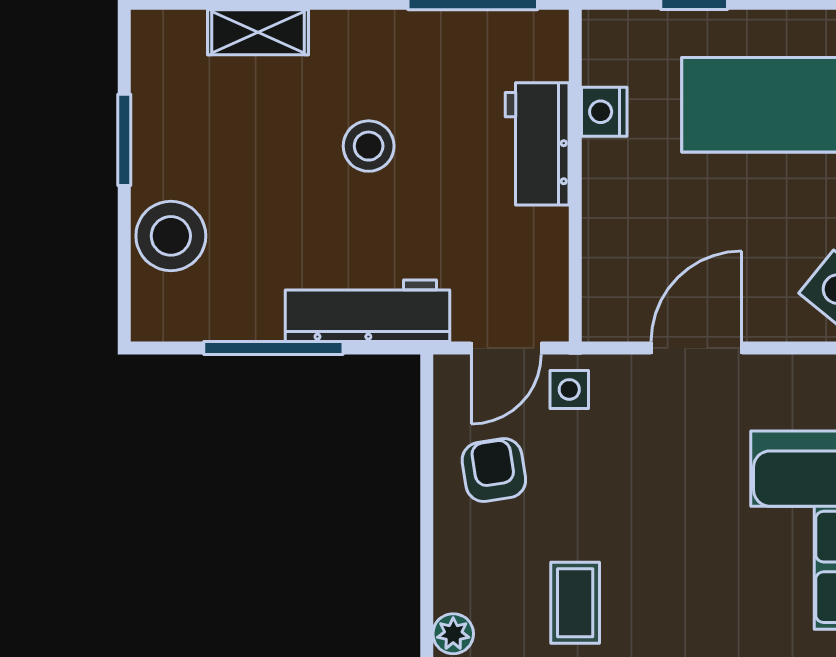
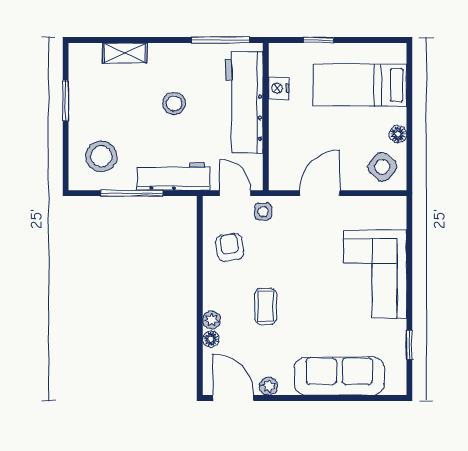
workbench: (537, 144) -> (244, 102), width x1.88, depth x1.32
stool: (171, 236) -> (101, 156), moved
door: (506, 348) -> (235, 193), swing flipped

